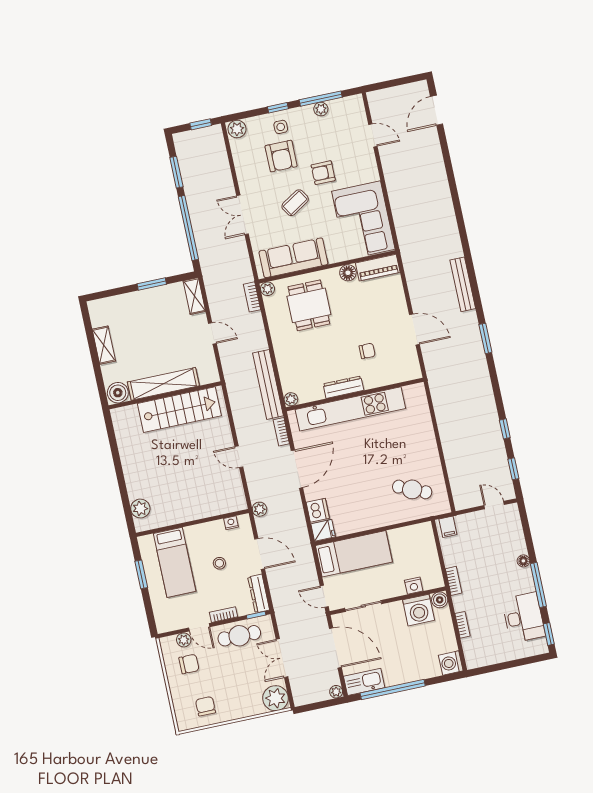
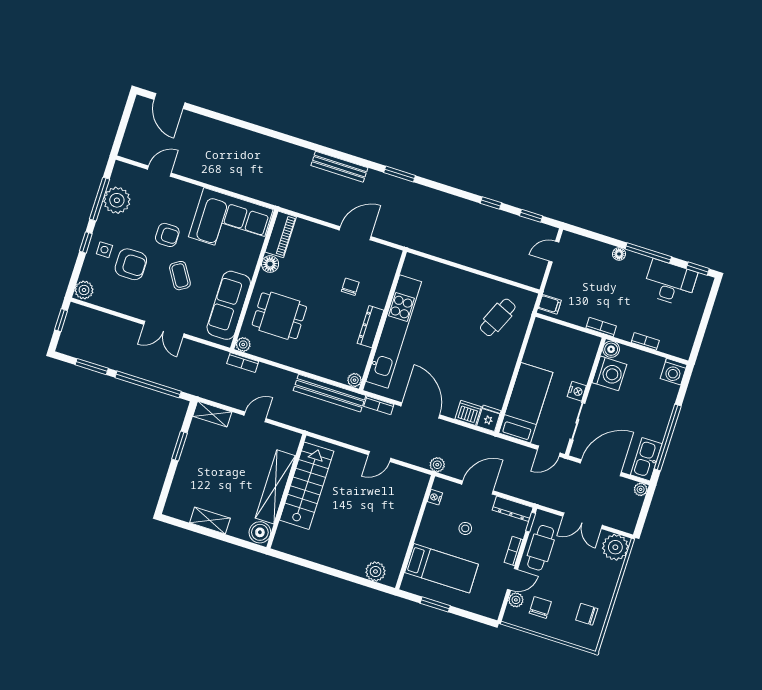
plant: (321, 109) -> (117, 200), width x1.88, depth x1.88
armchair: (323, 173) -> (167, 235), turned -90
nightstand: (414, 586) -> (577, 391), moved

